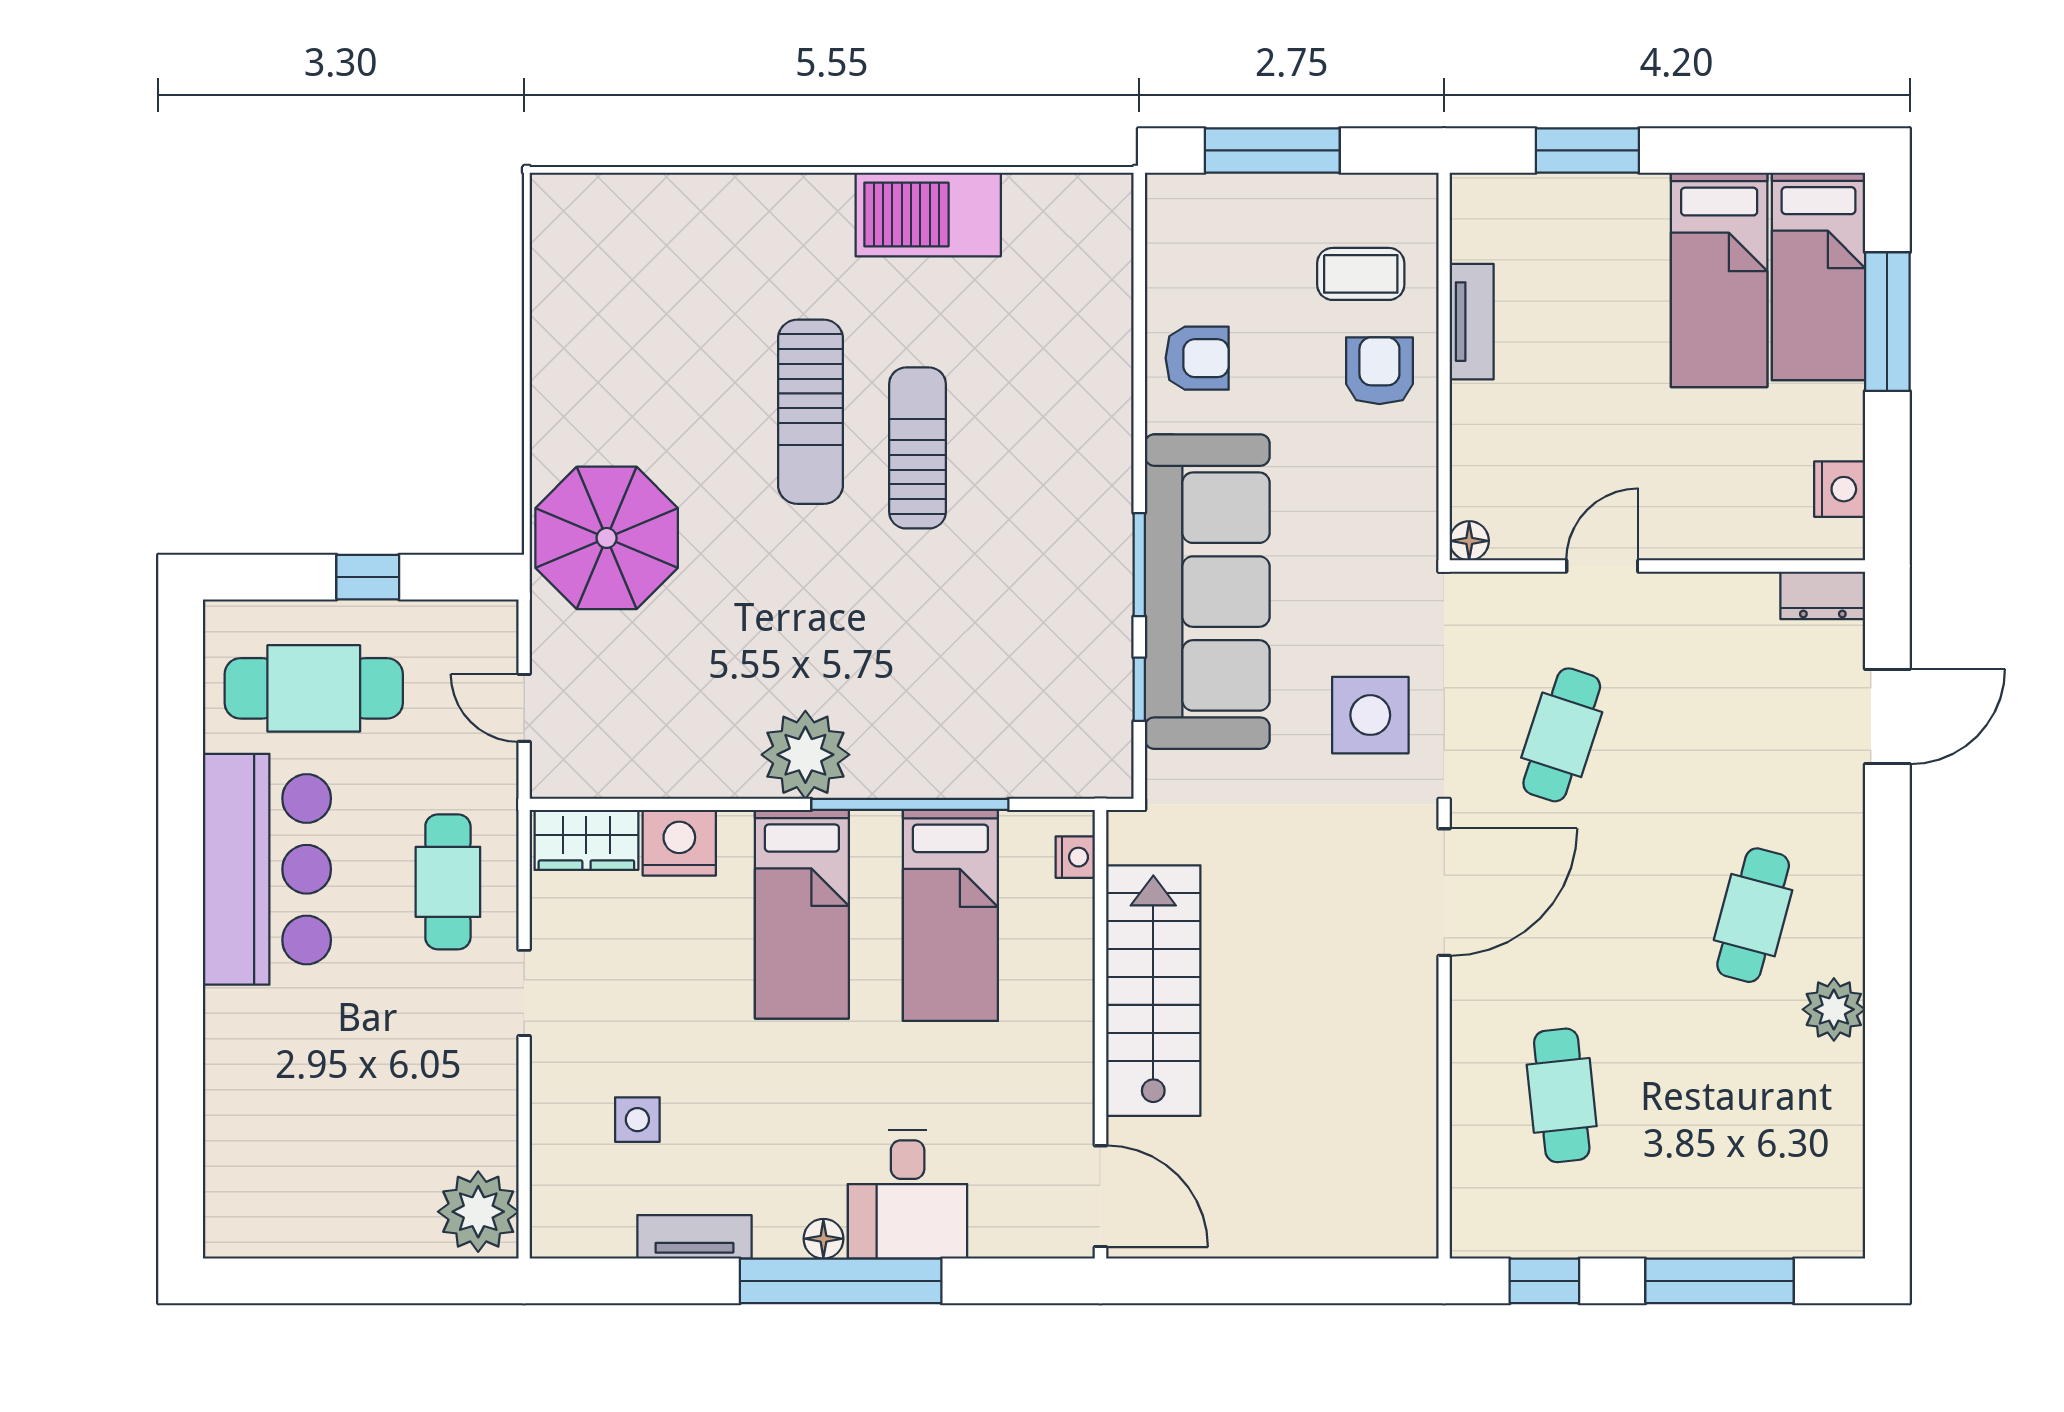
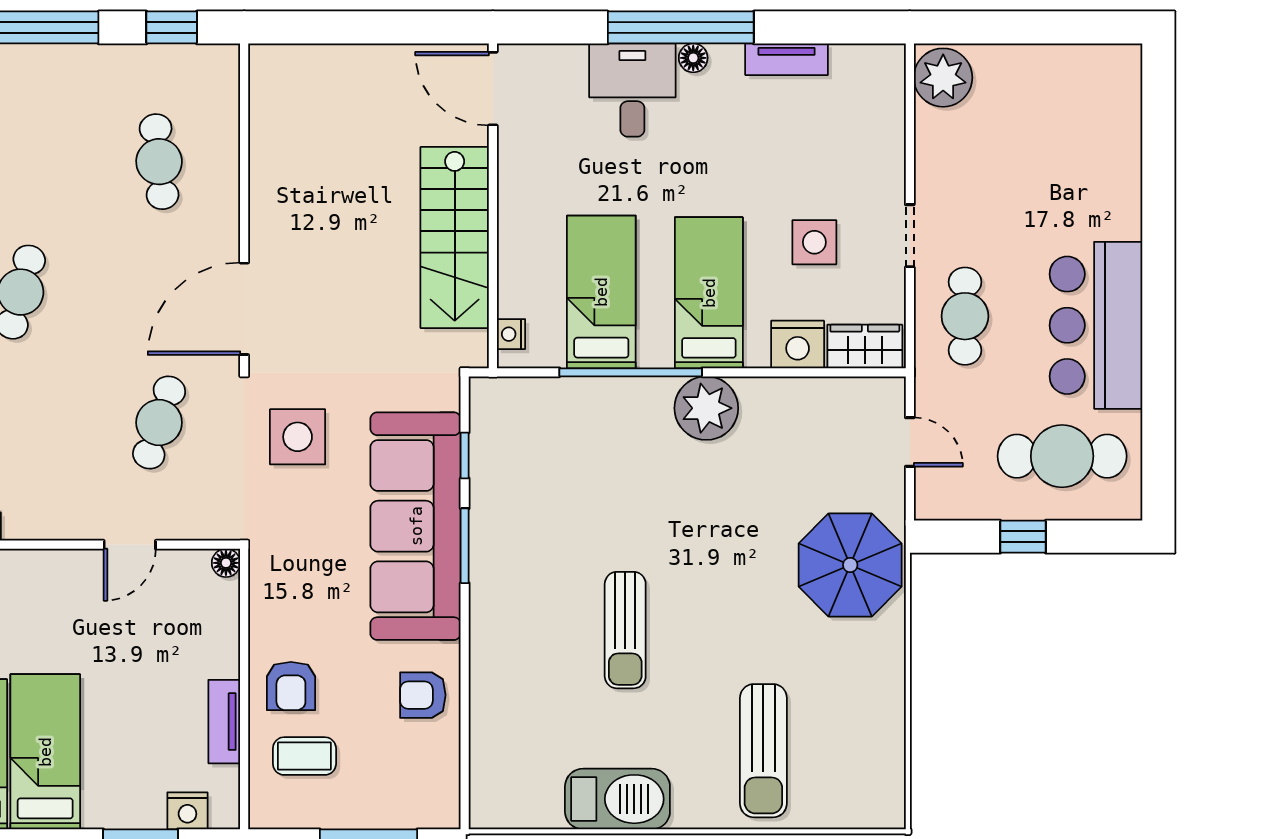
nightstand: (1522, 198) -> (187, 811), added
sun lounger: (811, 412) -> (763, 751), moved, turned 180
side table: (637, 1120) -> (814, 242), moved, width x1.37, depth x1.37

